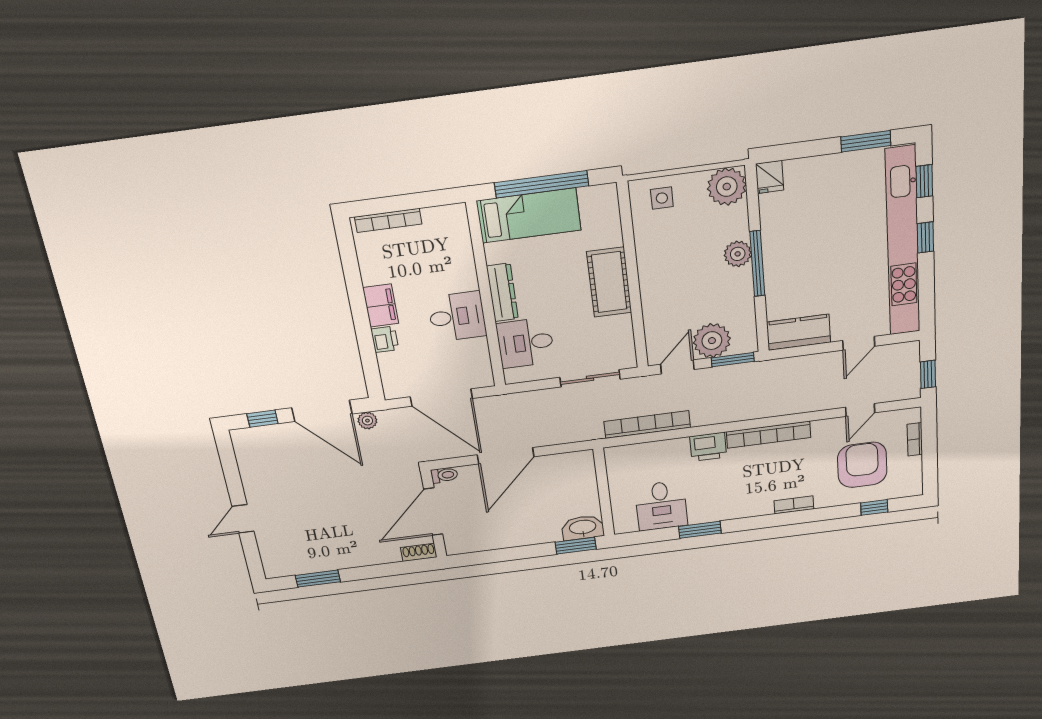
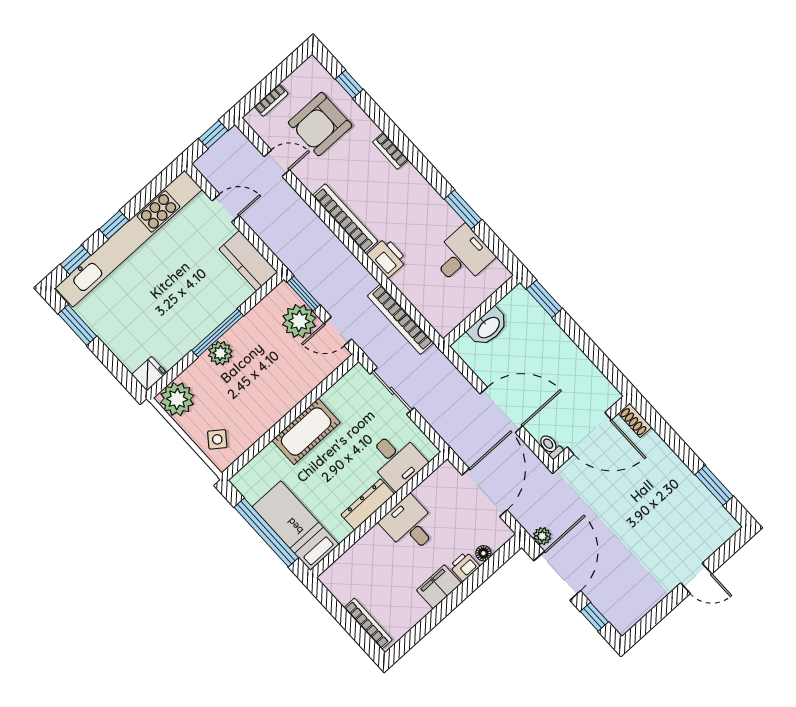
side table: (662, 198) -> (217, 439), turned 37
floor lamp: (386, 363) -> (483, 553), added
washbasin: (583, 528) -> (488, 327), moved, turned -90

